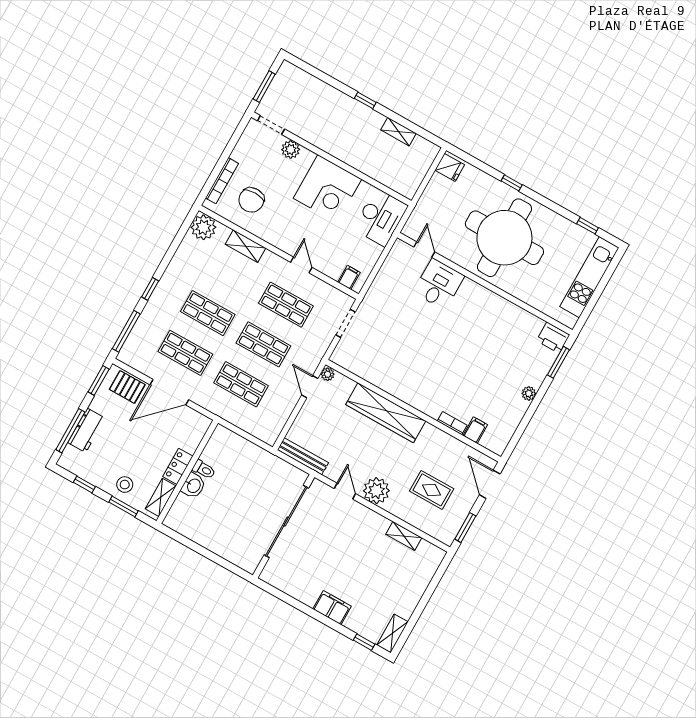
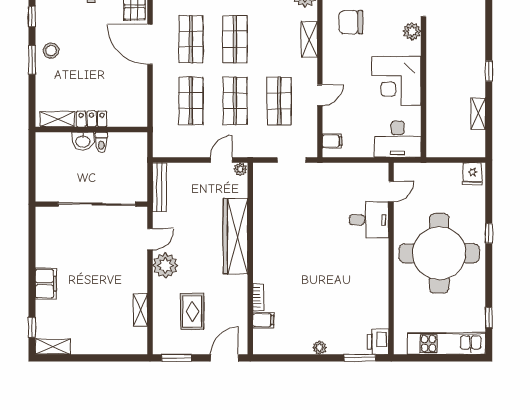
locker: (178, 466) -> (92, 119), moved
toilet: (204, 469) -> (101, 142), moved
wall: (187, 472) -> (91, 129), moved
washbasin: (193, 486) -> (83, 141), moved
shelving: (161, 497) -> (57, 119), moved

